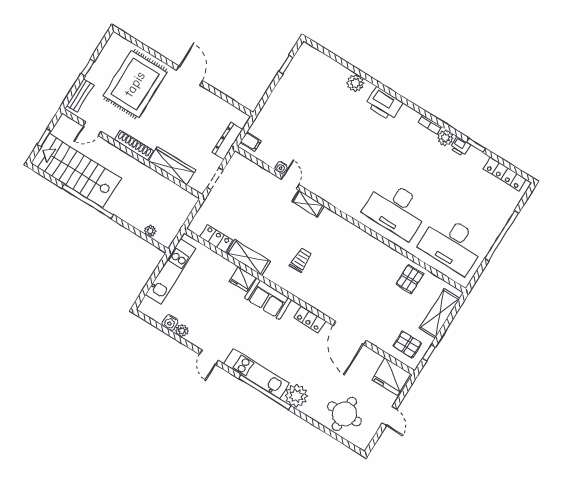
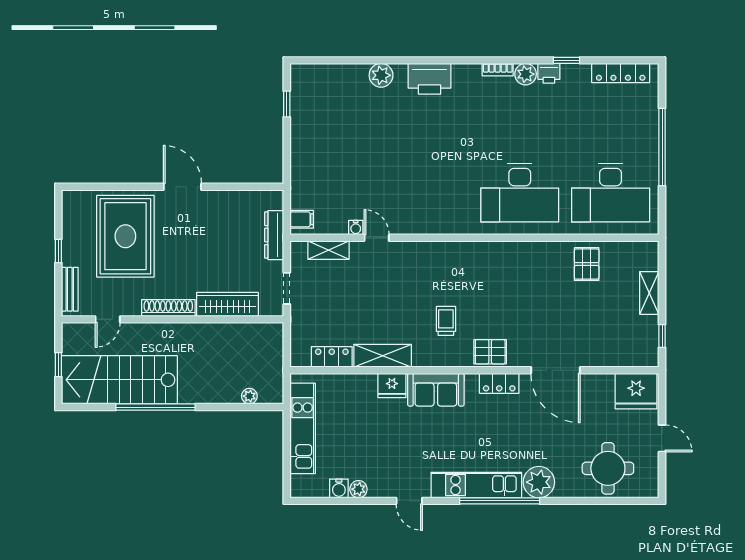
shelving: (308, 204) -> (329, 250), moved
shelving: (440, 313) -> (649, 293), width x0.67, depth x0.75
pallet: (407, 344) -> (490, 352), moved

